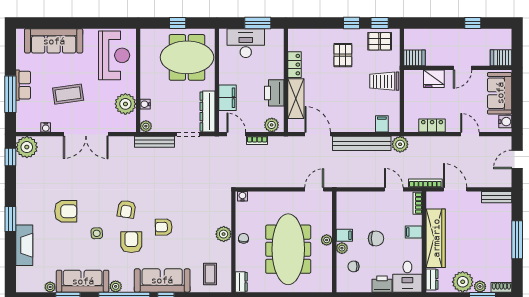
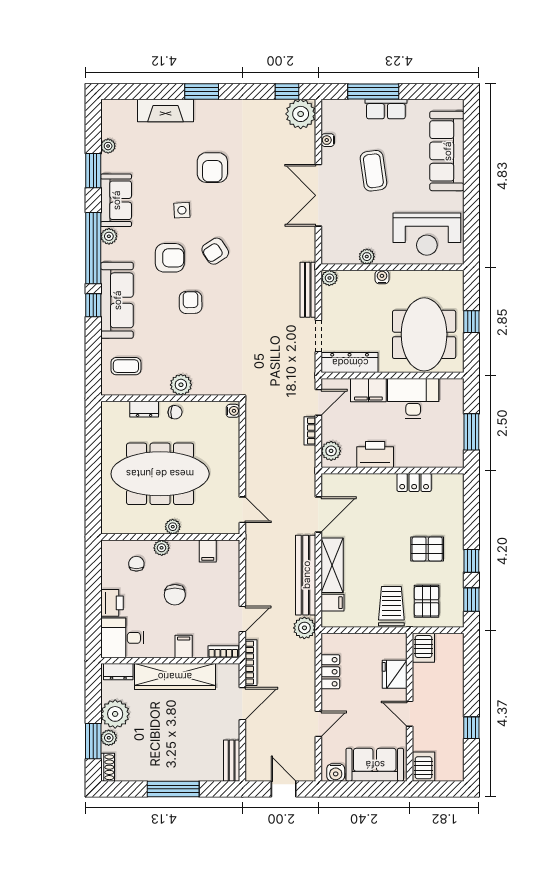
pallet: (380, 41) -> (427, 601), moved
desk: (246, 43) -> (413, 398), moved, turned -90
shelving: (296, 99) -> (332, 565), moved, turned 90
plant: (125, 104) -> (367, 257), width x0.53, depth x0.53
water cooler: (145, 104) -> (382, 277), moved
armchair: (126, 209) -> (215, 251), turned -42
filing cabinet: (344, 235) -> (208, 551), moved
sofa: (83, 281) -> (116, 200), width x0.73
dresser: (241, 282) -> (144, 409), moved

